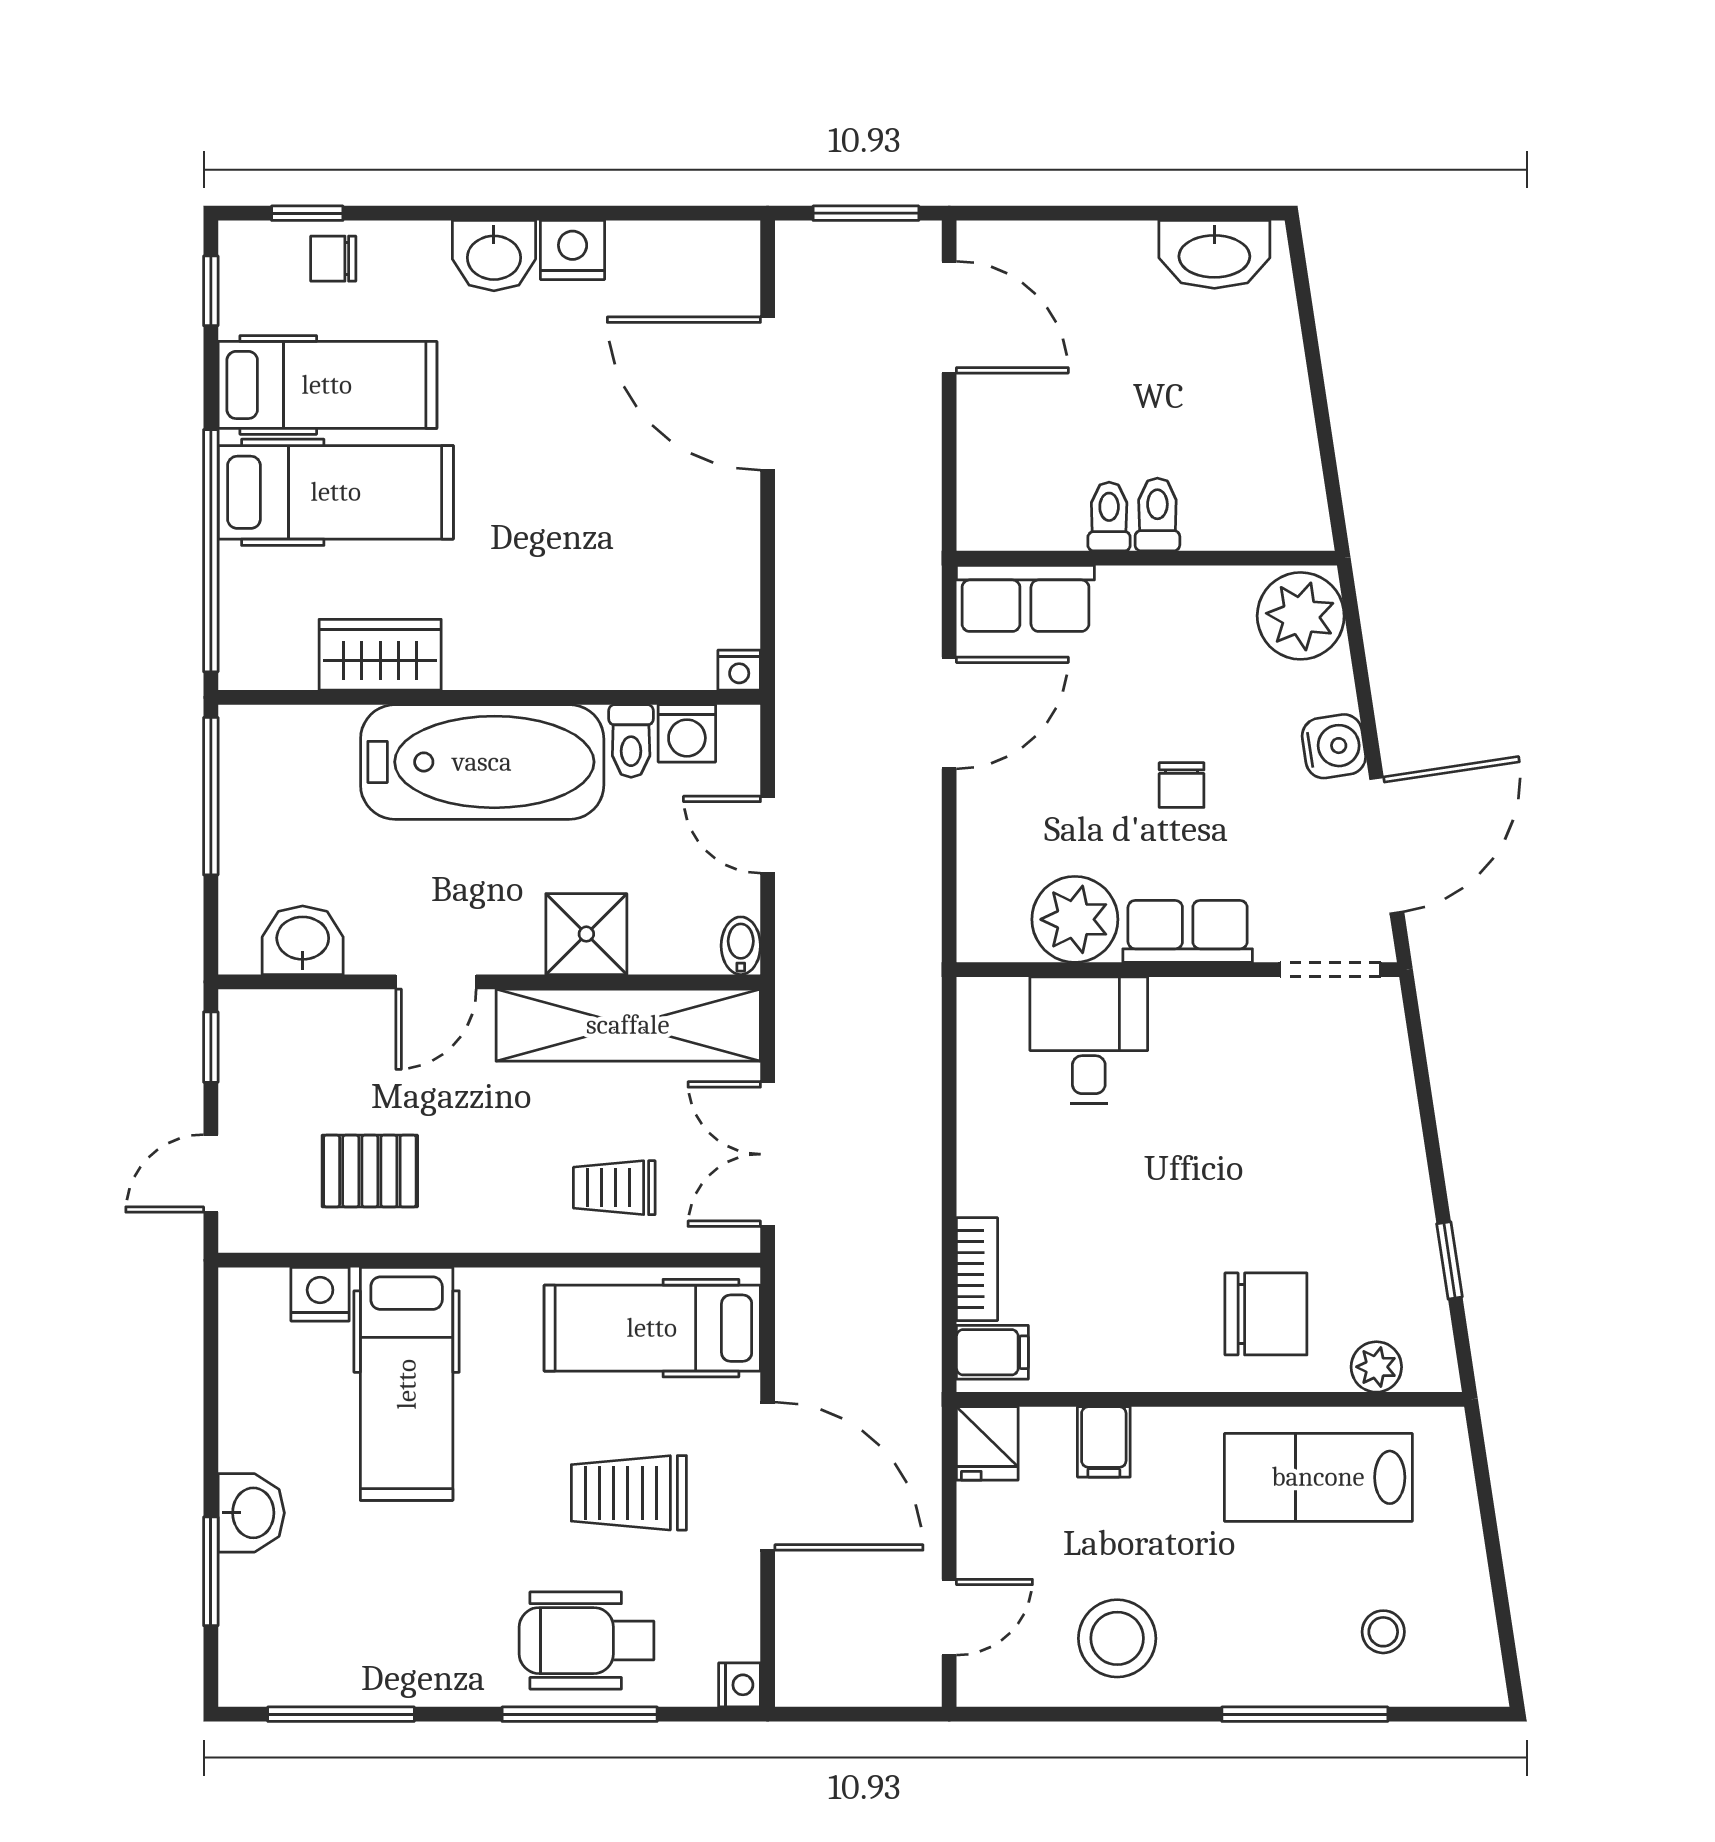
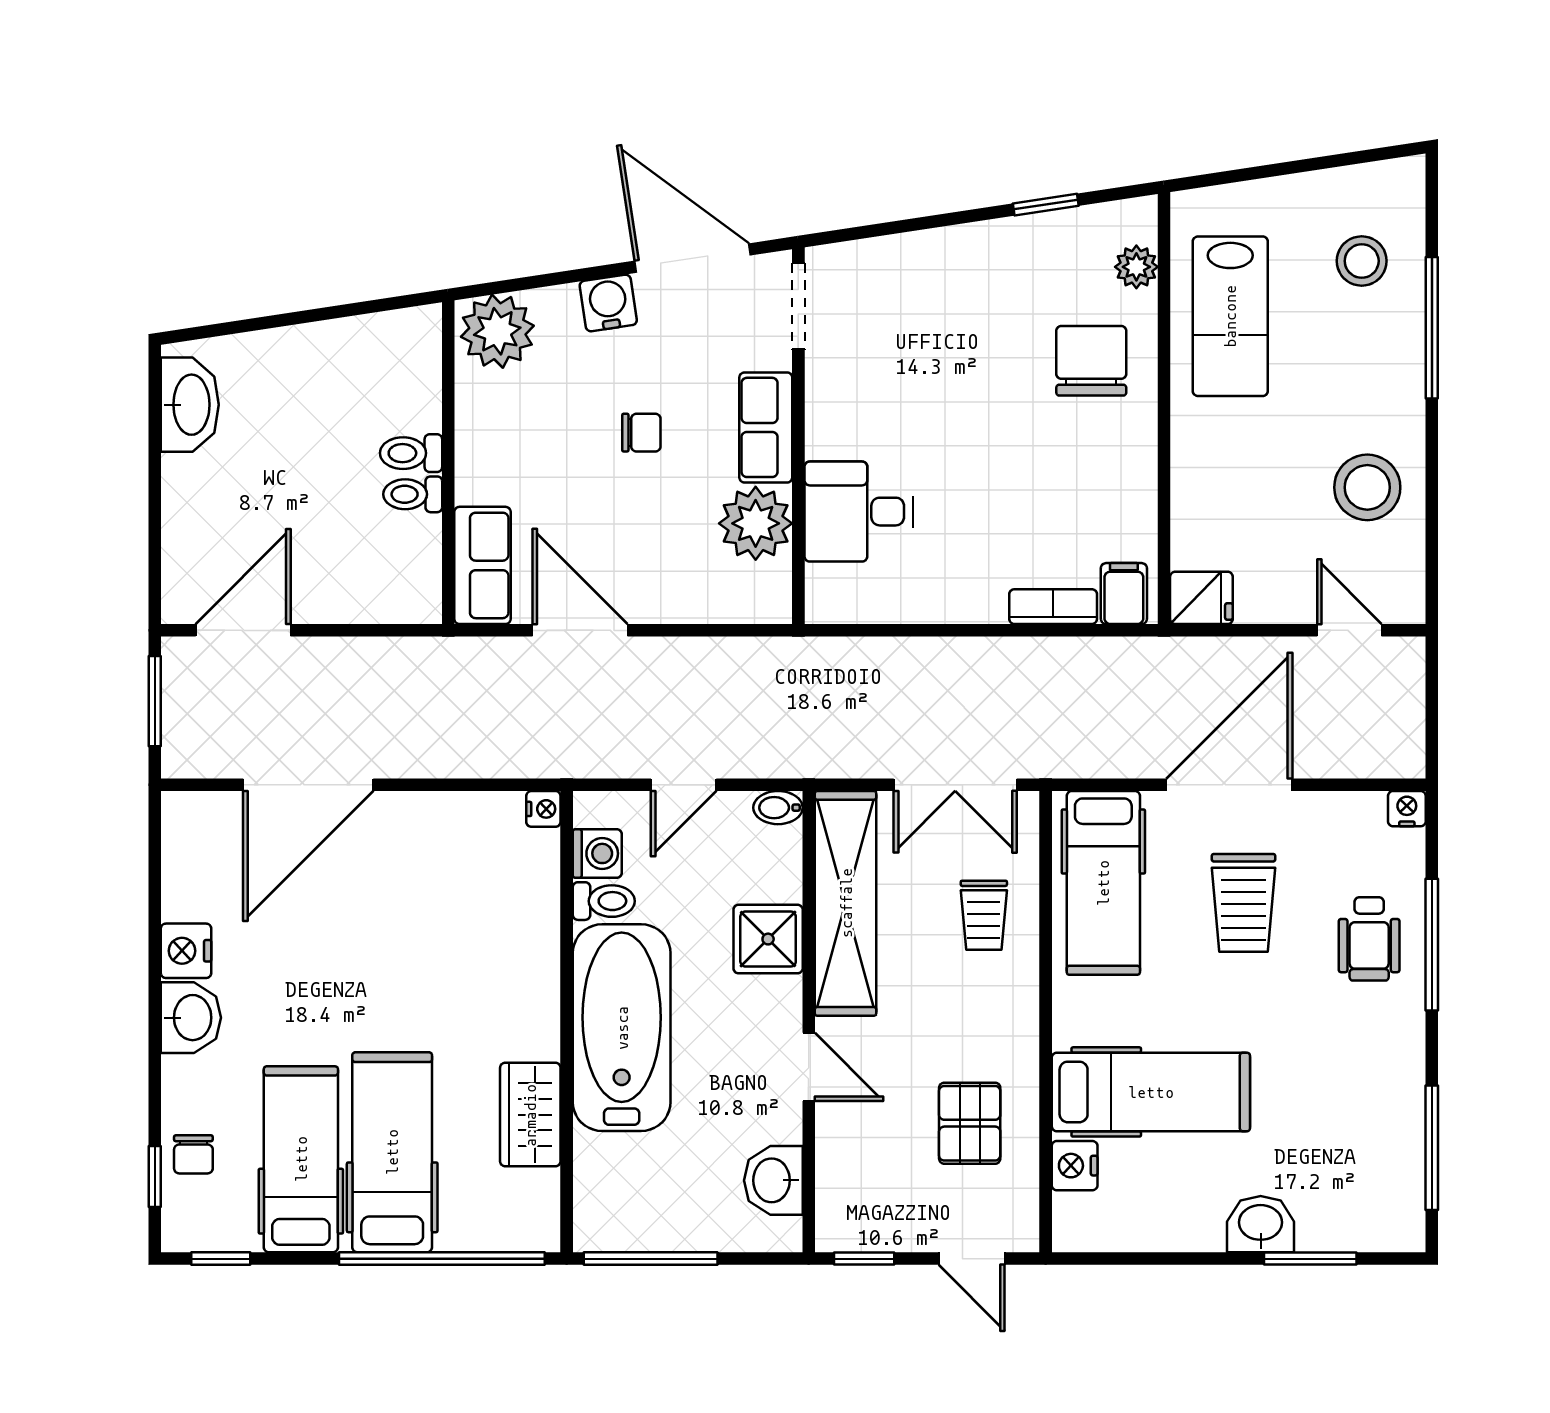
filing cabinet: (1104, 1442) -> (1200, 499), removed
stool: (1383, 1632) -> (1362, 261), width x1.37, depth x1.37
wheelchair: (587, 1641) -> (1369, 939), width x0.73, depth x0.73

